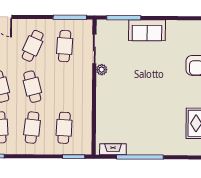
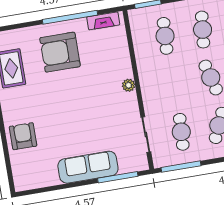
sofa: (147, 30) -> (88, 167), width x1.36
plant: (102, 70) -> (129, 85), moved
armchair: (153, 130) -> (60, 52), added

